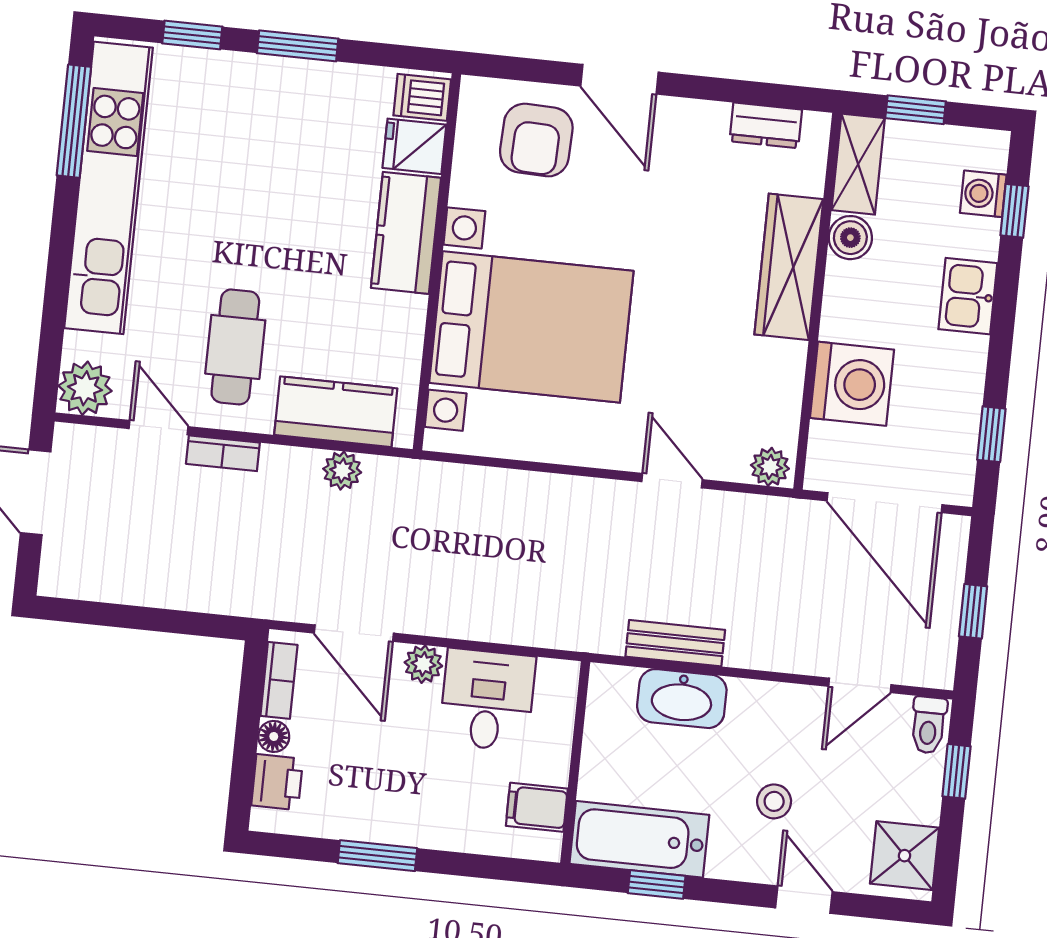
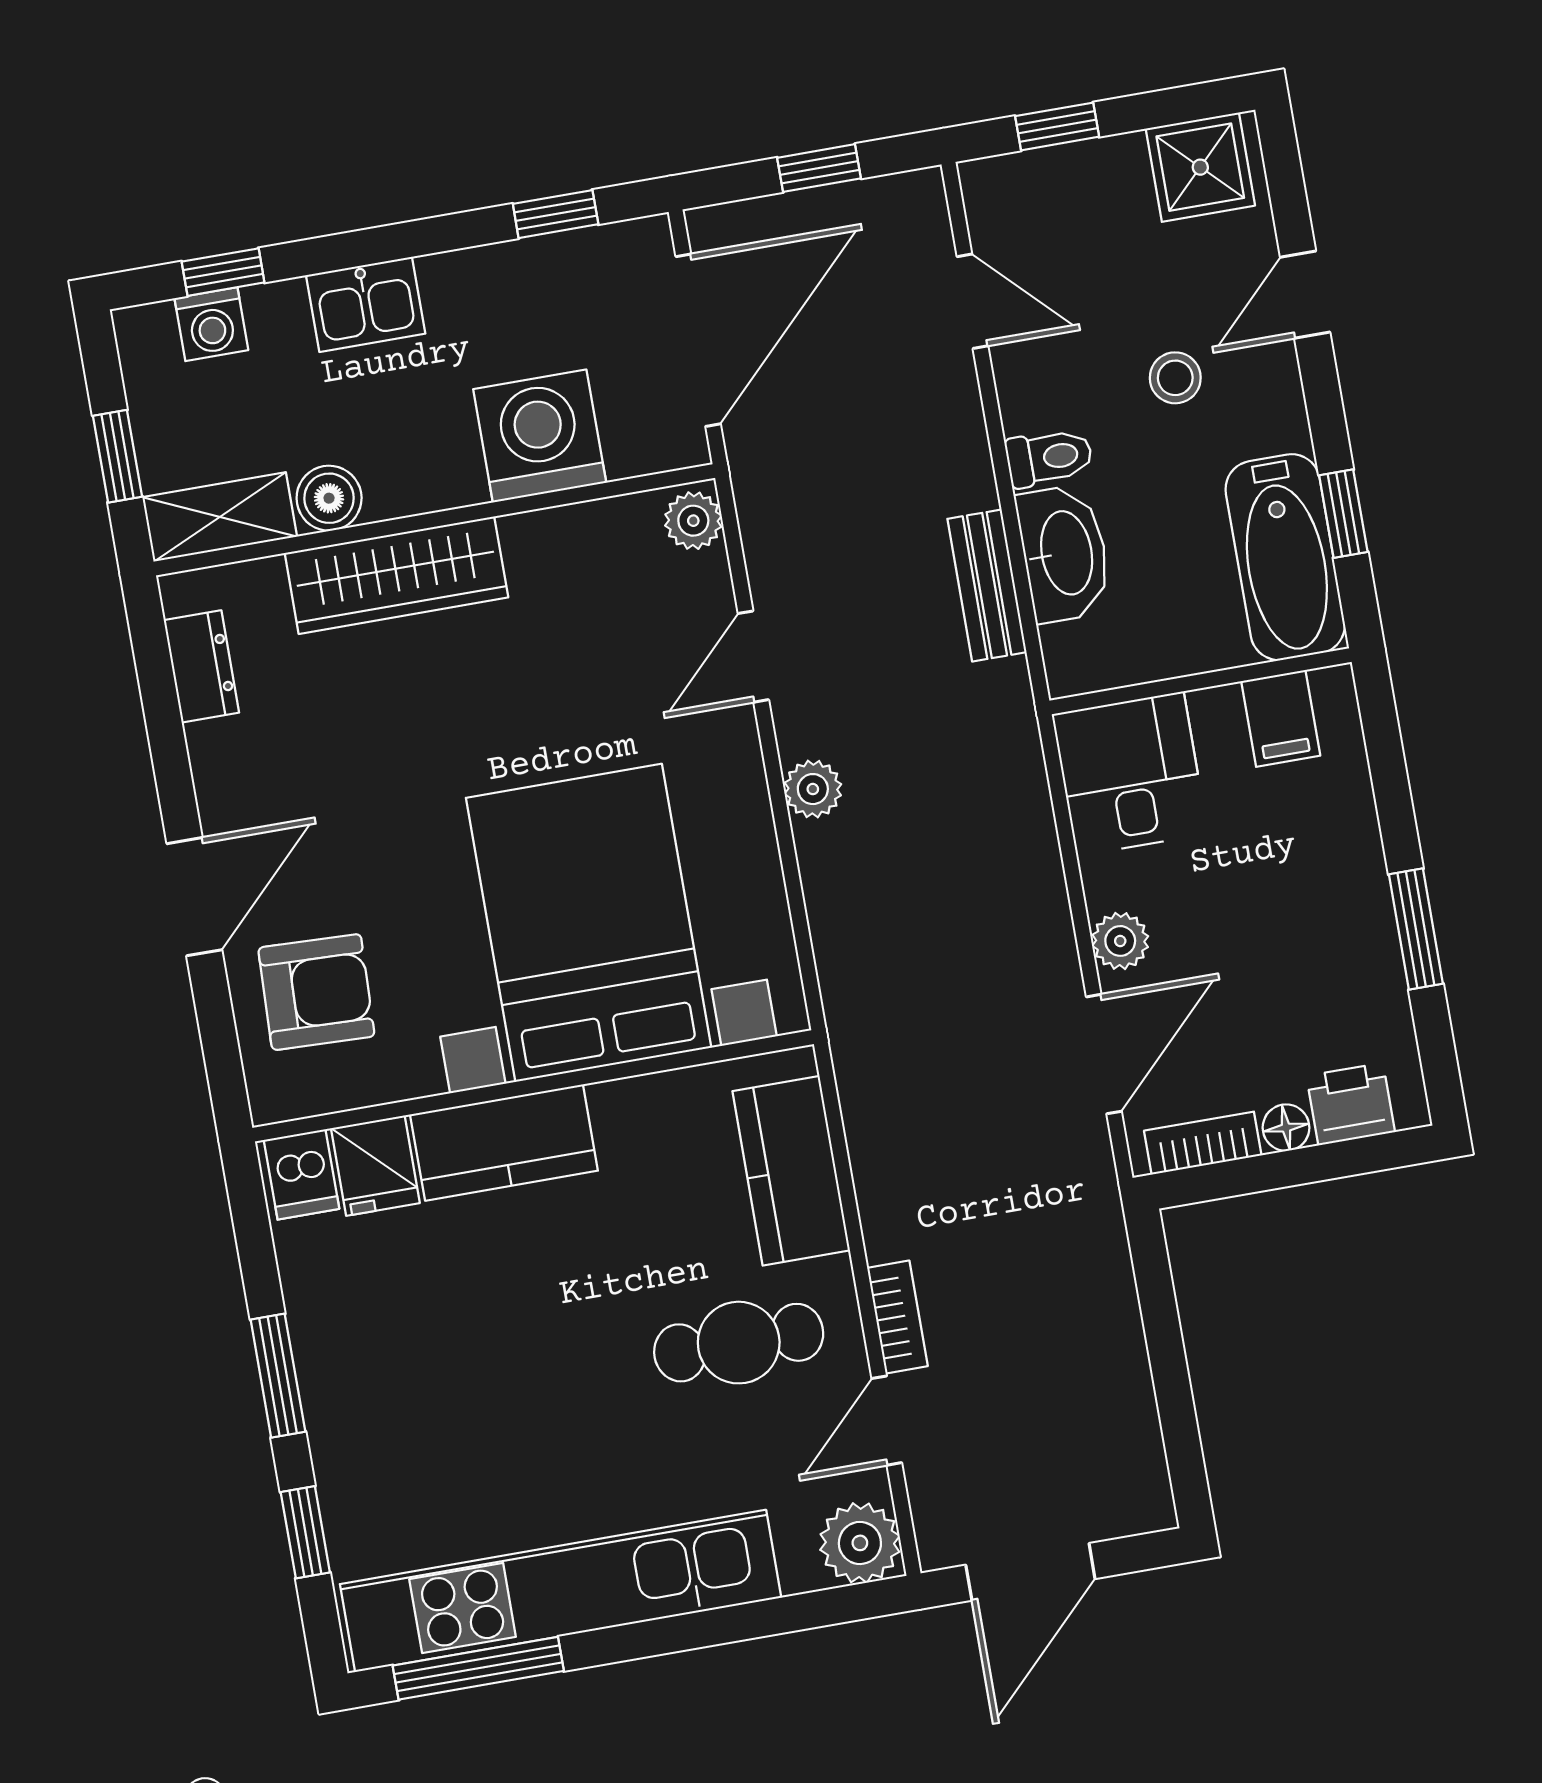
plant: (342, 471) -> (813, 789), moved
desk: (487, 700) -> (1130, 774), moved, turned 90
toilet: (928, 725) -> (1049, 458), moved

